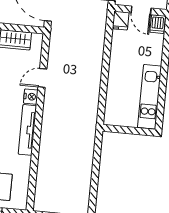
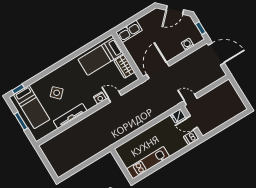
door: (141, 10) -> (192, 123), hinge flipped
tv unit: (27, 130) -> (70, 116), moved

